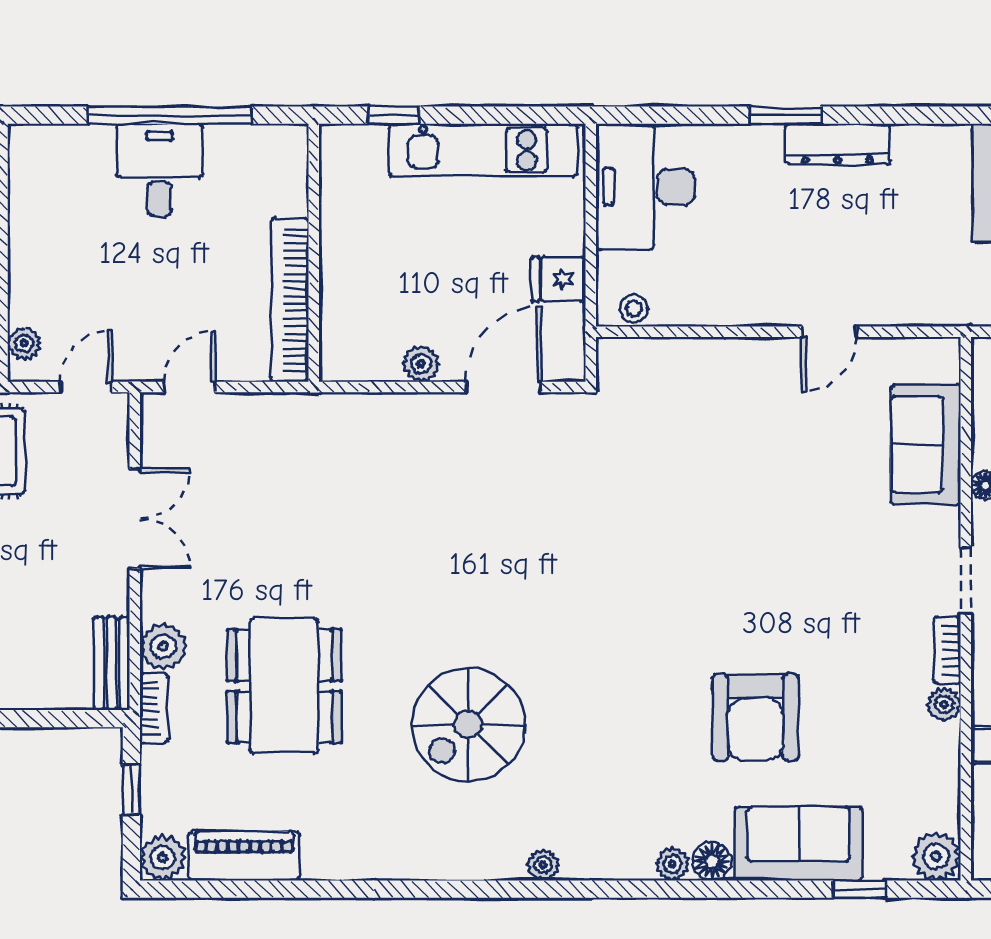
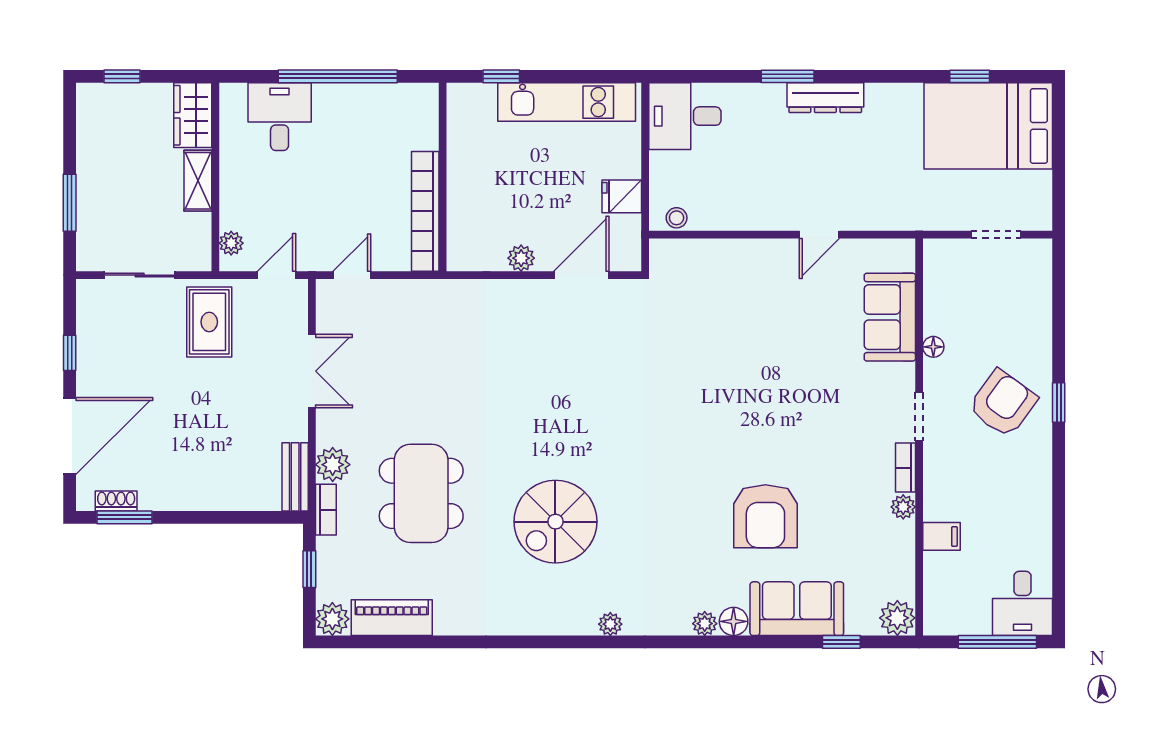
desk: (160, 170) -> (280, 117), moved
desk: (645, 187) -> (685, 116), width x0.73

